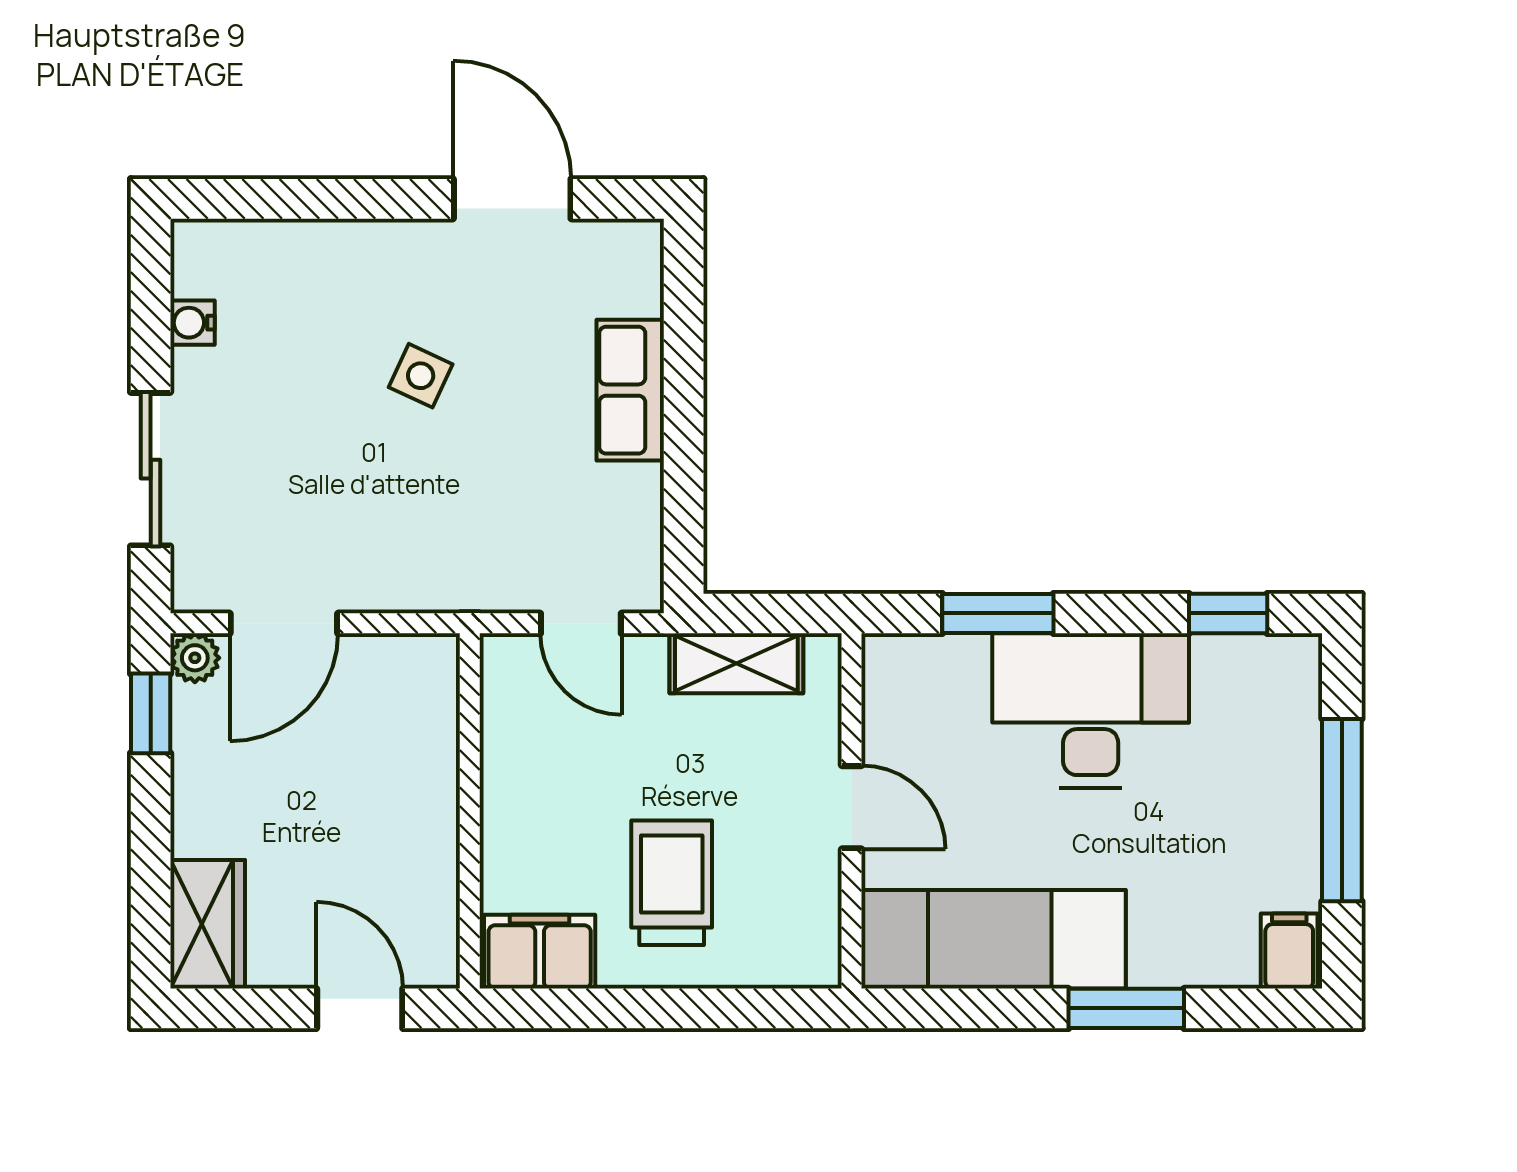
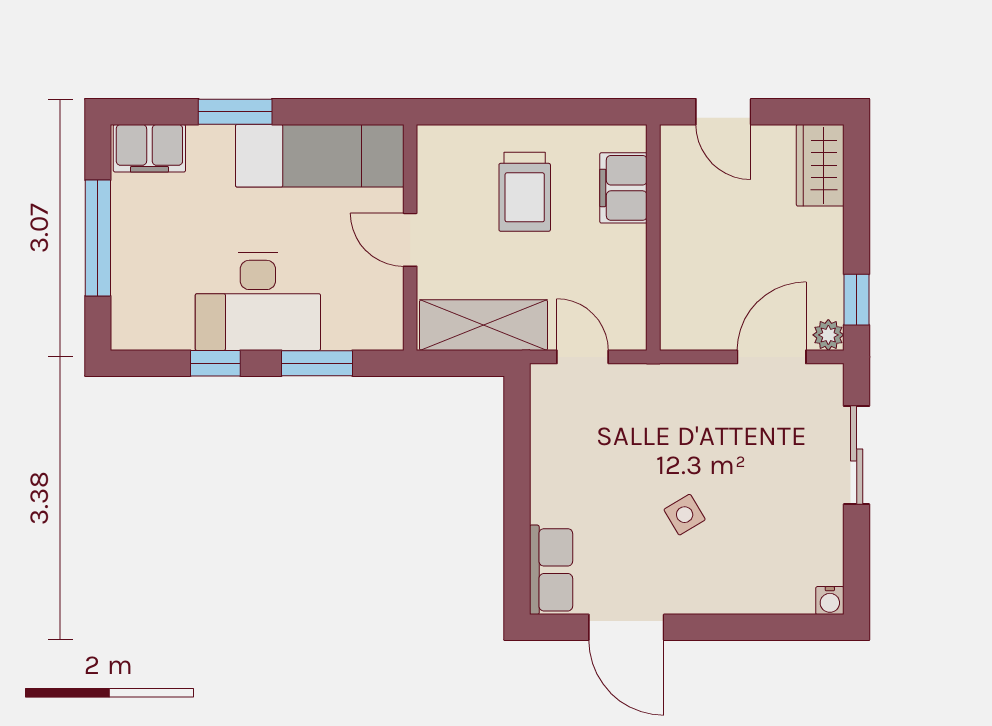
water cooler: (192, 323) -> (830, 601), moved, turned 90
side table: (421, 376) -> (685, 515), turned 34
row of seats: (630, 390) -> (551, 570), moved
window: (1228, 613) -> (215, 363), moved
shelving: (736, 663) -> (484, 325), width x1.50, depth x1.33
filing cabinet: (1289, 951) -> (149, 148), width x2.00
filing cabinet: (540, 952) -> (623, 188), moved, turned 90

